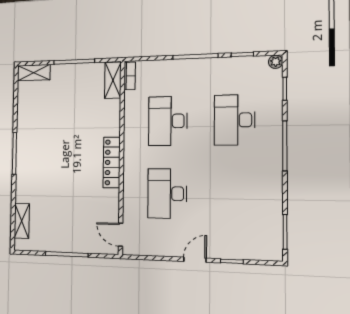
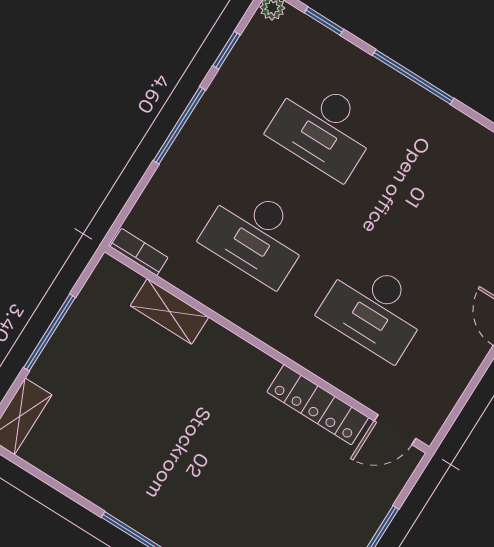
shelving: (113, 80) -> (169, 311), moved
locker: (112, 162) -> (318, 405), moved

